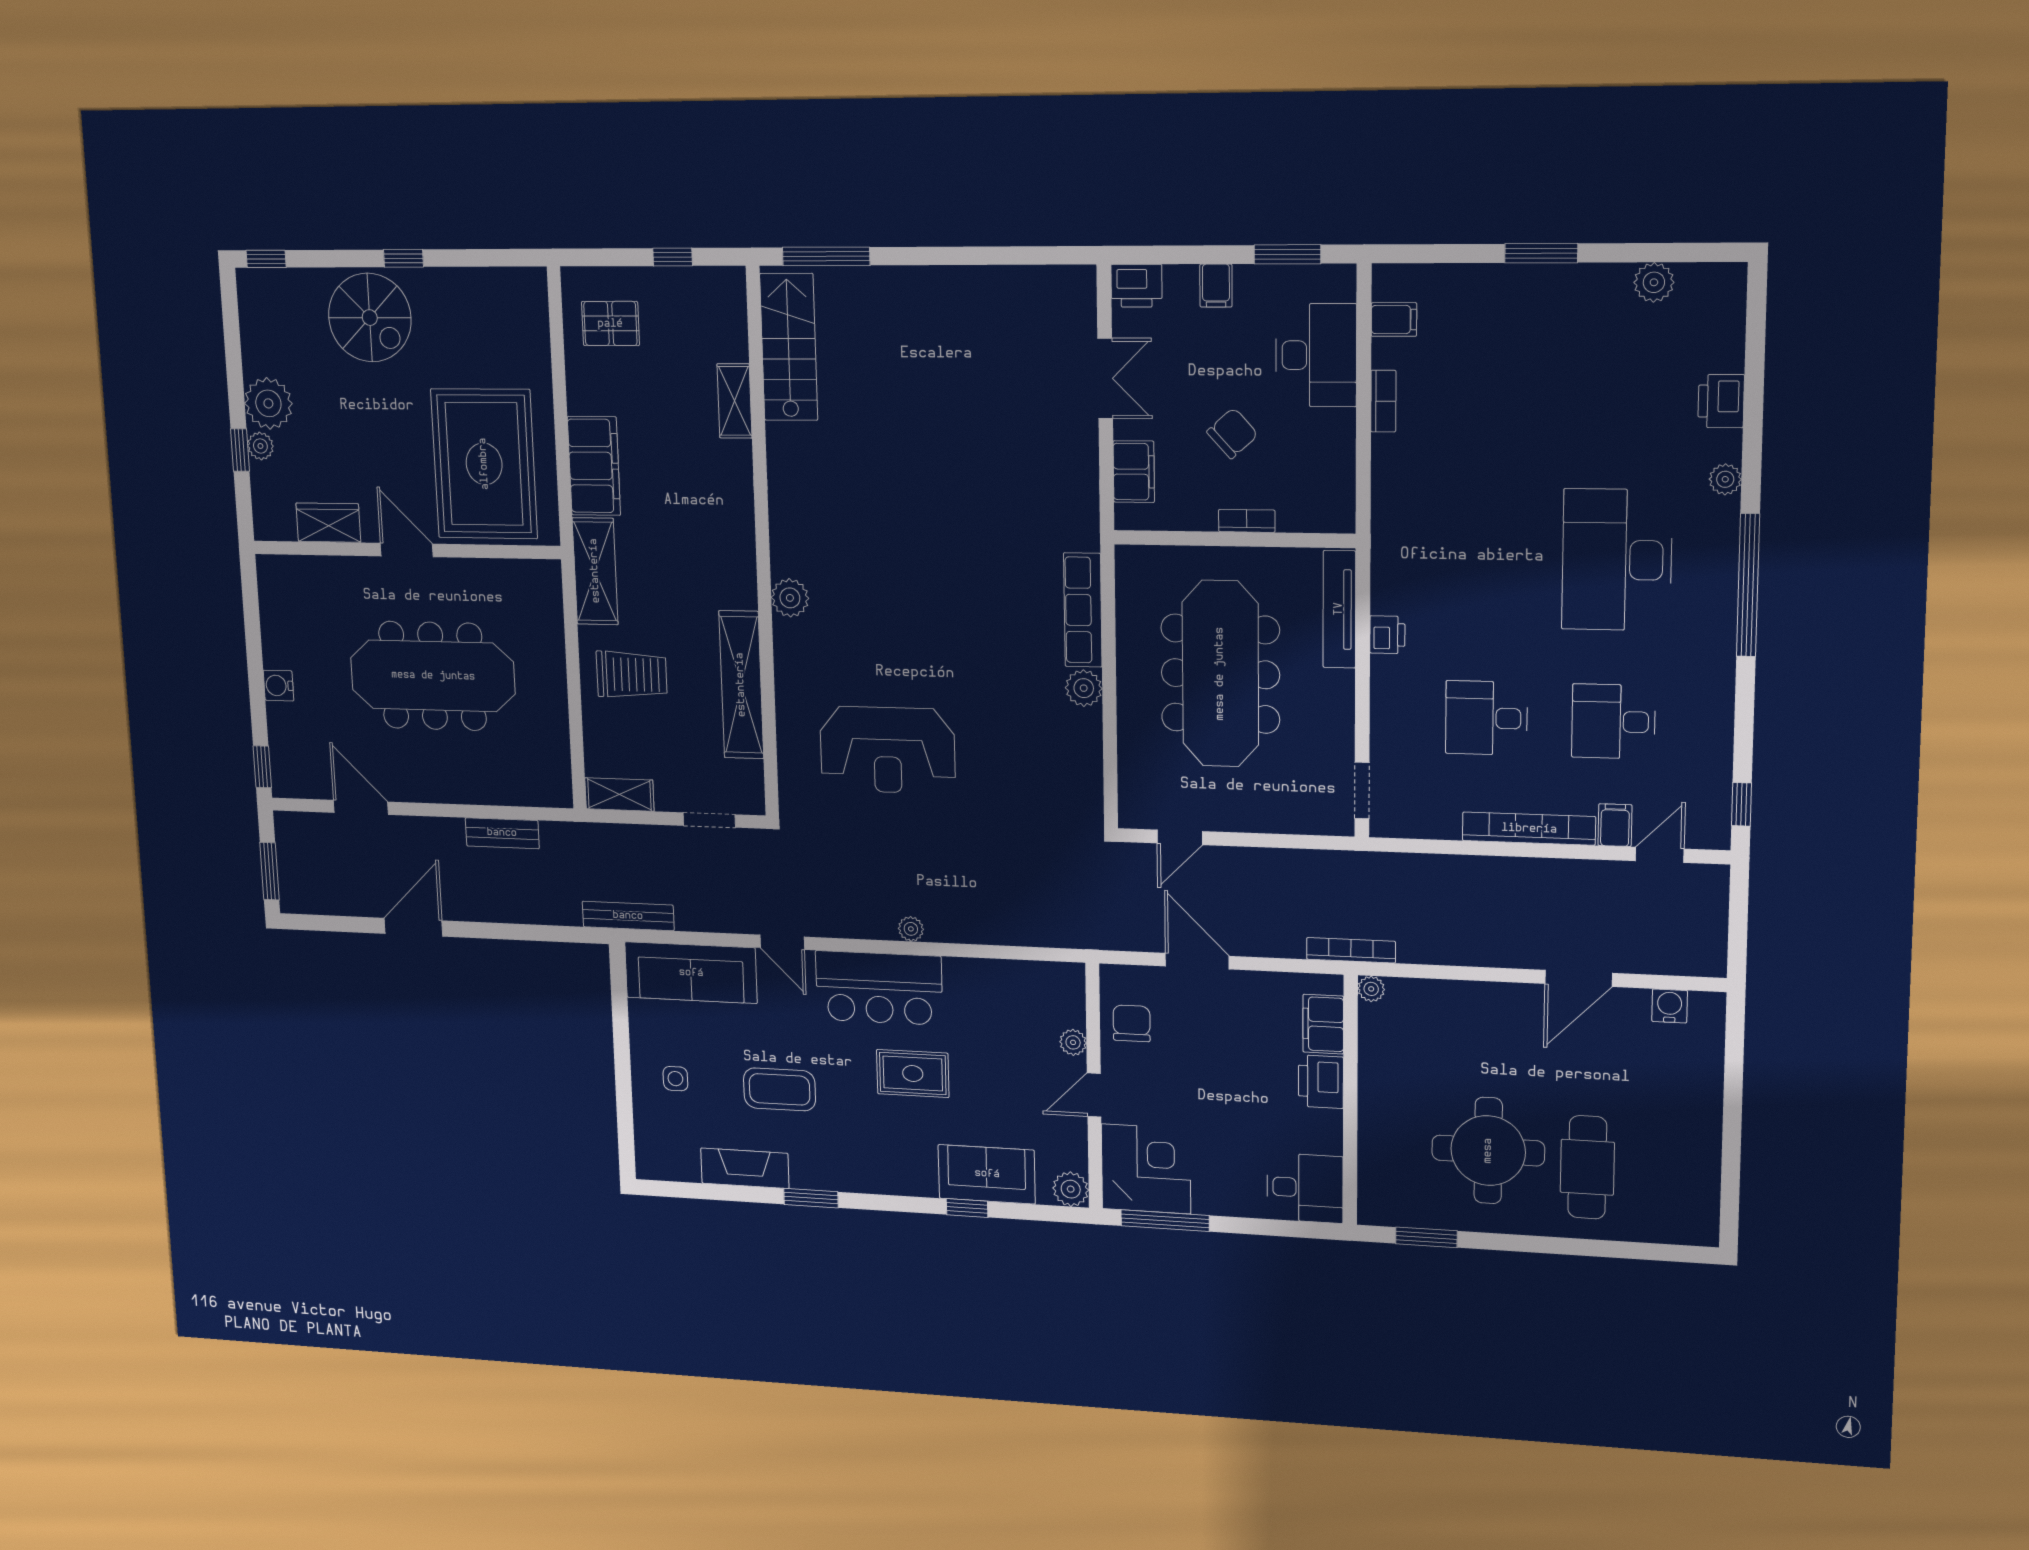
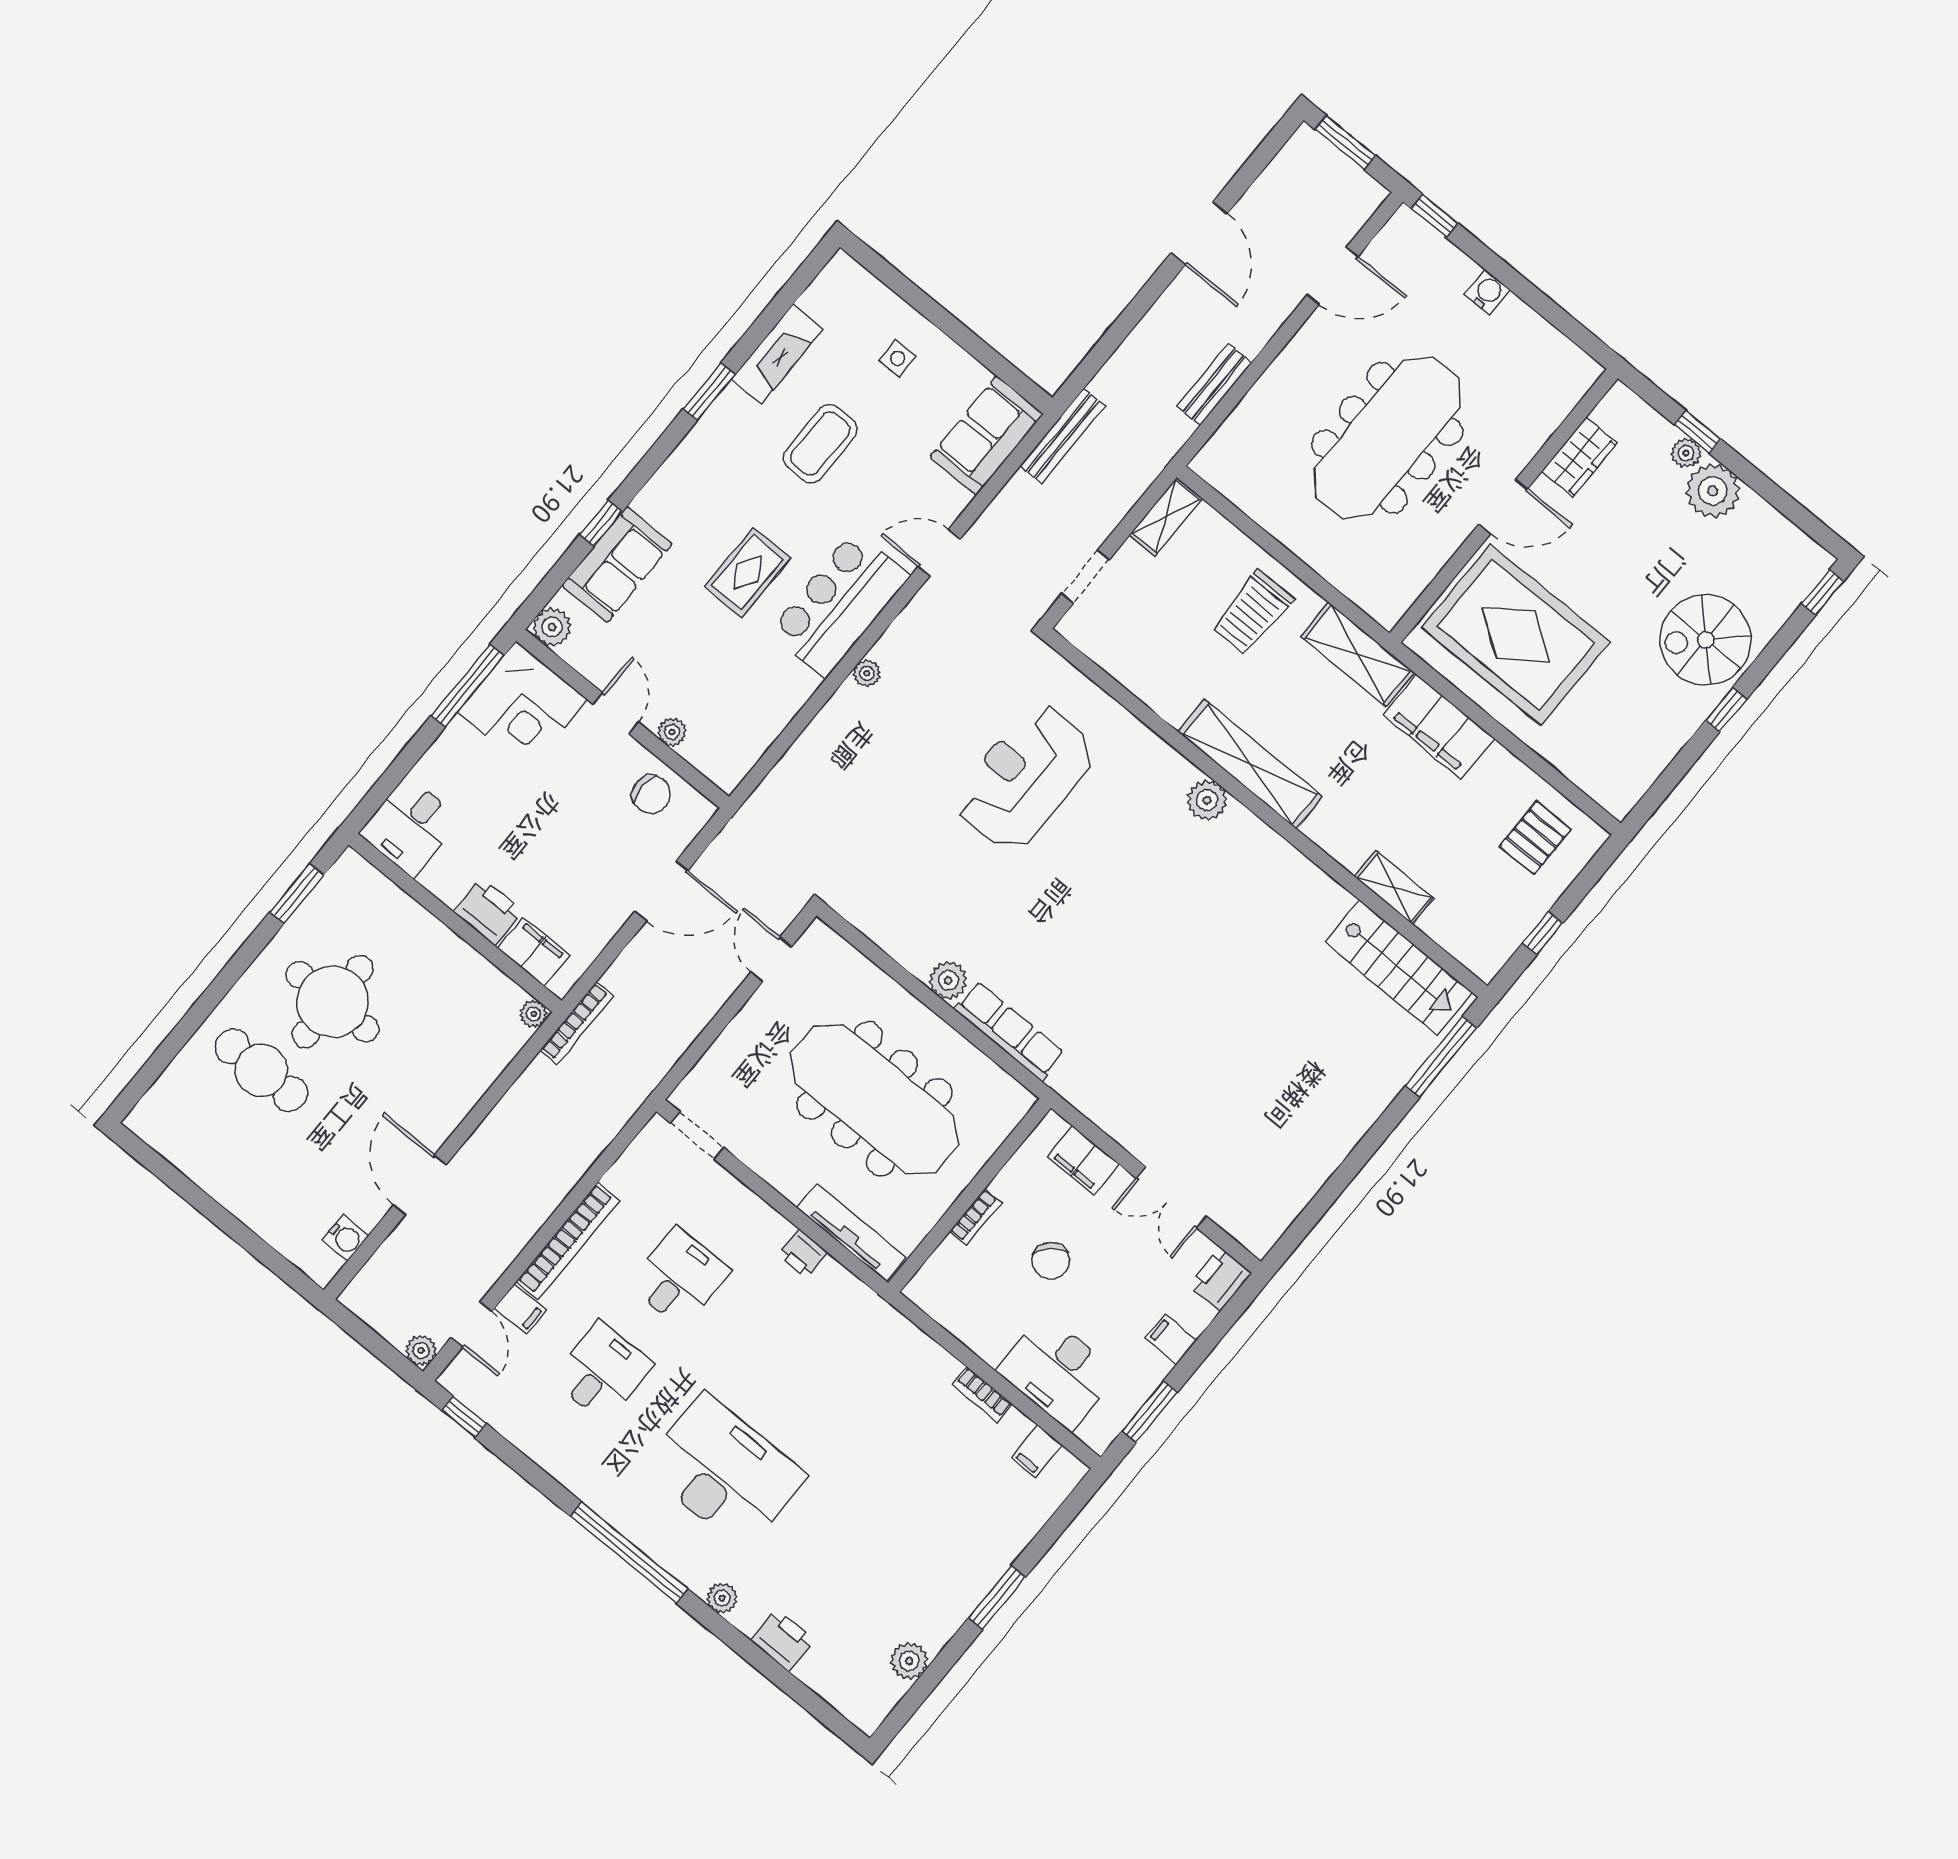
shelving: (741, 685) -> (1250, 764), moved
plant: (1714, 879) -> (421, 1350), added
sofa: (691, 973) -> (987, 435), width x0.73

